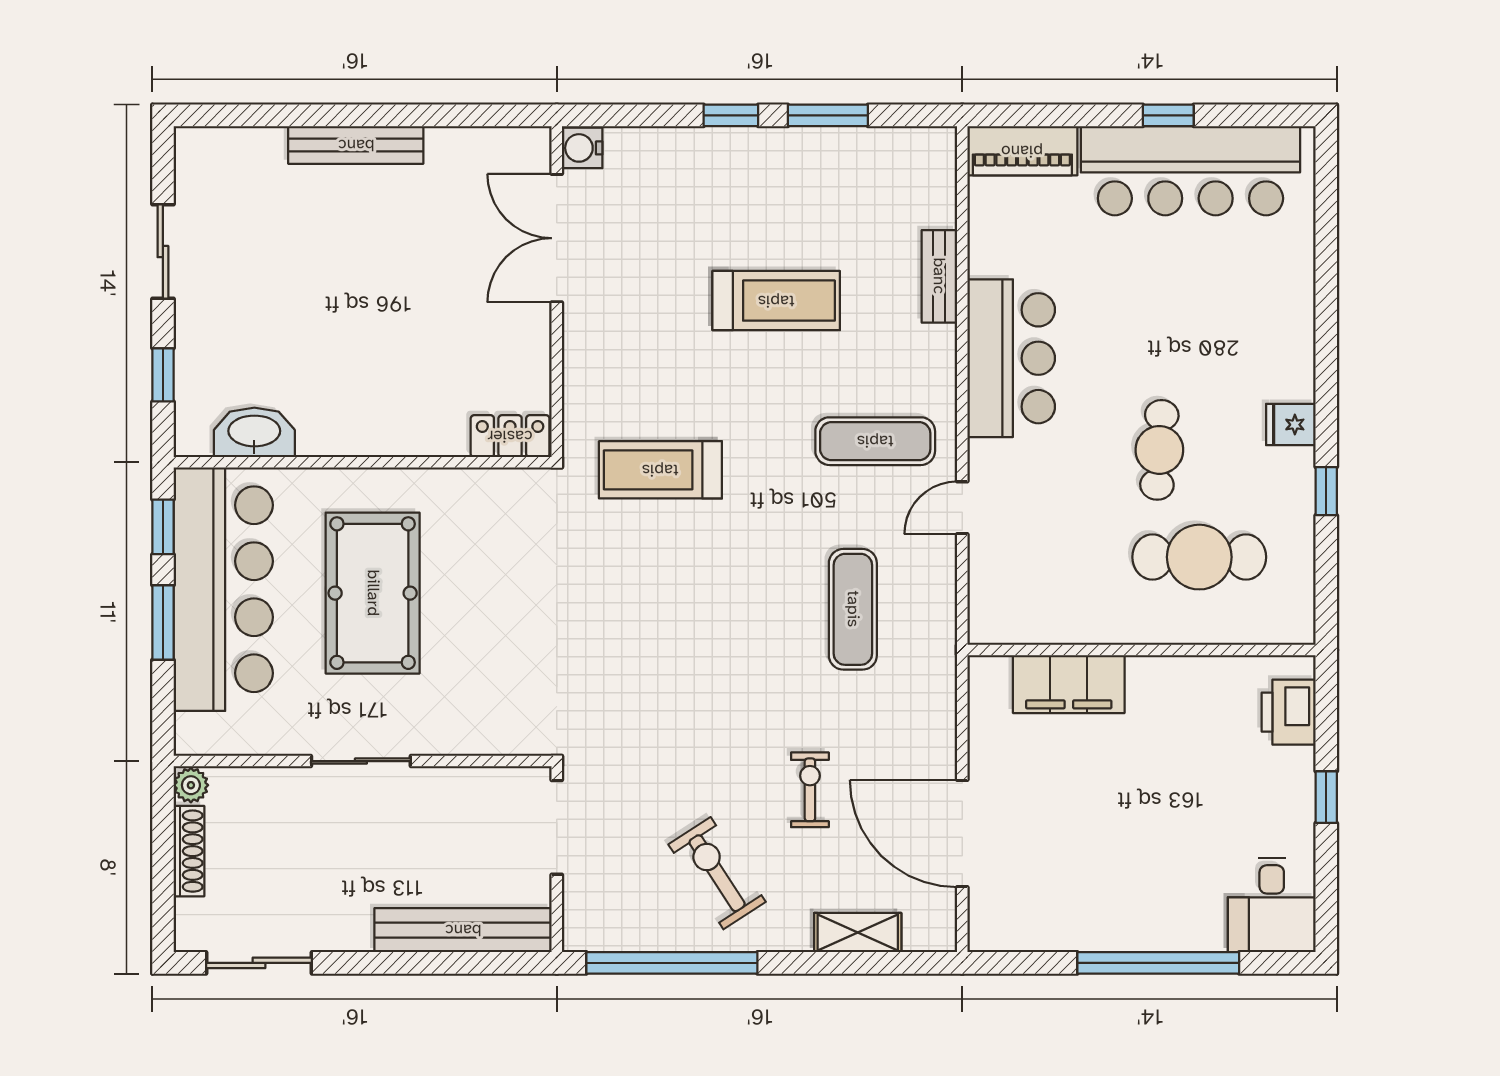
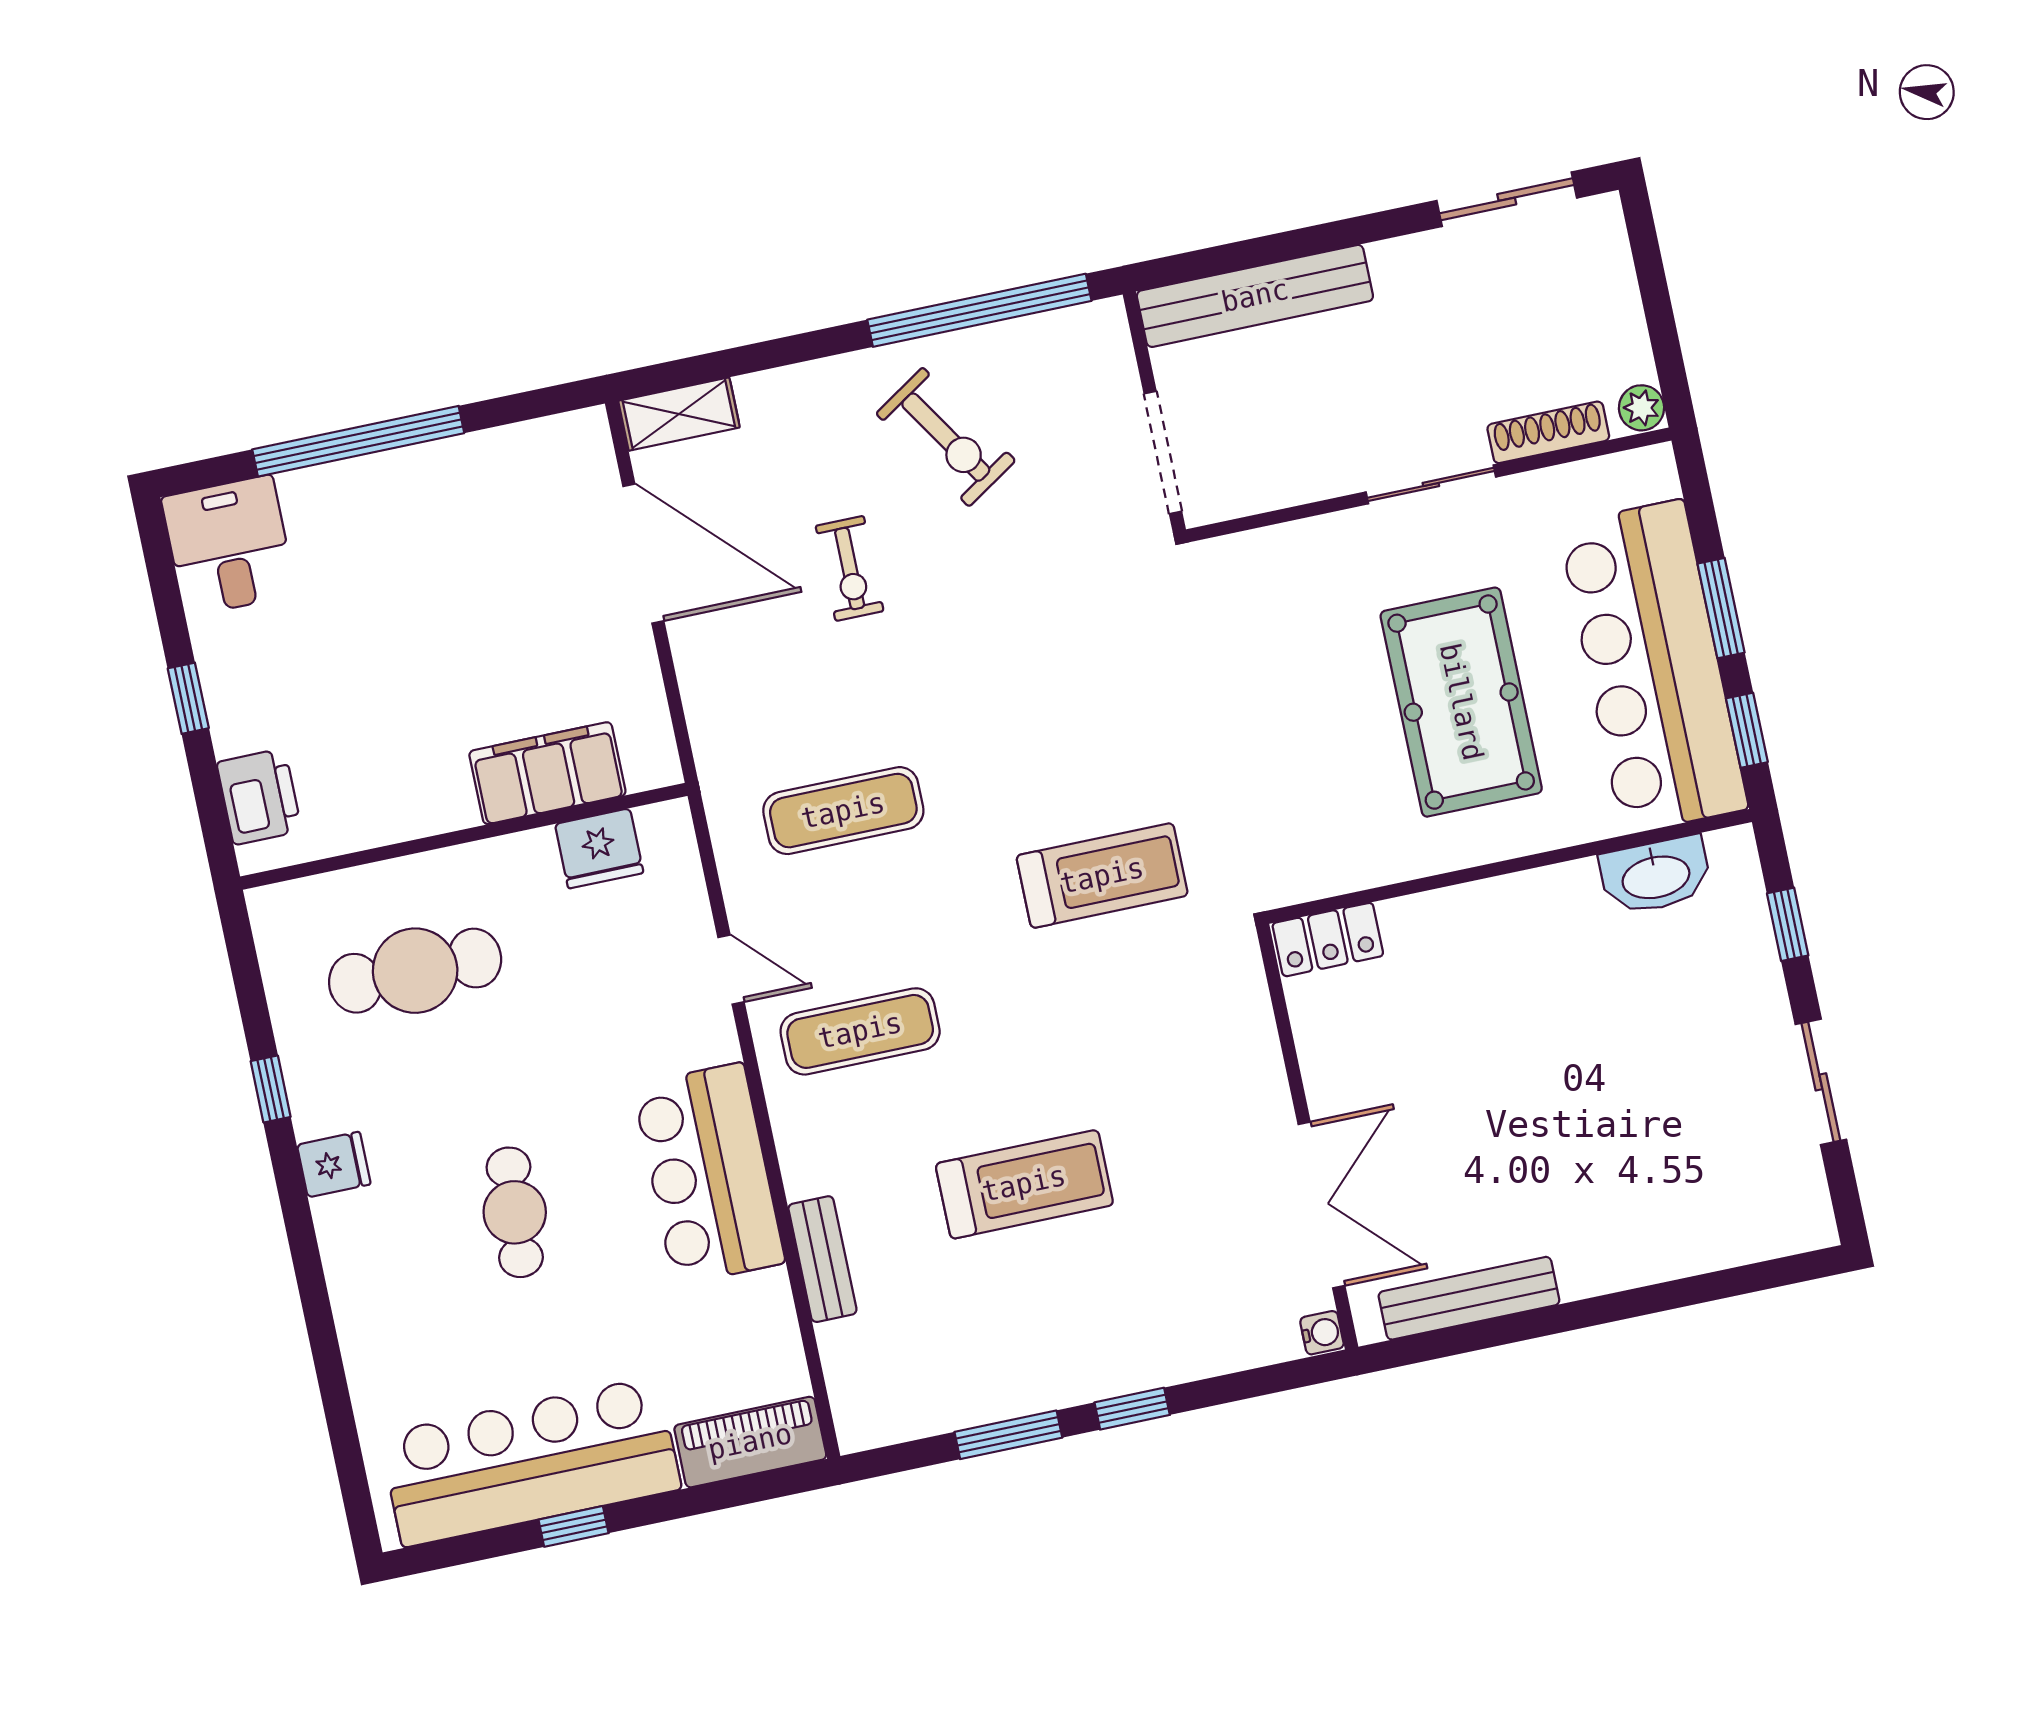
bench: (356, 145) -> (1469, 1298), moved
water cooler: (582, 148) -> (1322, 1333), width x0.72, depth x0.72
treadmill: (776, 301) -> (1024, 1184), turned 180
cafe table: (1159, 450) -> (515, 1212), moved
treadmill: (660, 470) -> (1102, 876), moved
door: (962, 508) -> (731, 970), hinge flipped
exercise mat: (853, 609) -> (843, 811), turned 90
fridge: (1042, 620) -> (599, 848), added
shoe rack: (189, 851) -> (1548, 432), moved, turned 90
shelving: (858, 933) -> (679, 414), moved

